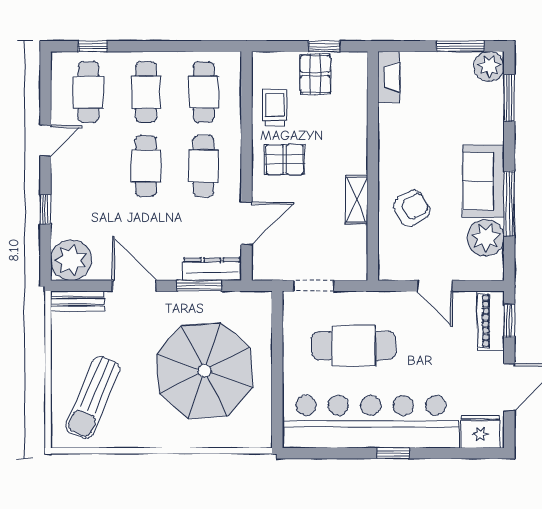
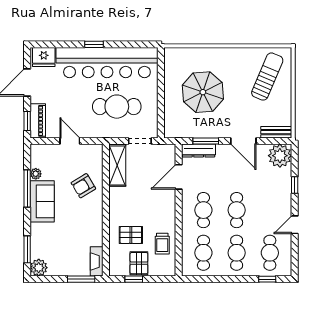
window: (460, 46) -> (81, 279), moved
pallet: (285, 159) -> (131, 235), moved
shelving: (357, 200) -> (117, 165), moved, width x1.50, depth x1.33
plant: (486, 238) -> (36, 174), width x0.53, depth x0.53
parasol: (204, 371) -> (203, 92), width x0.73, depth x0.73

